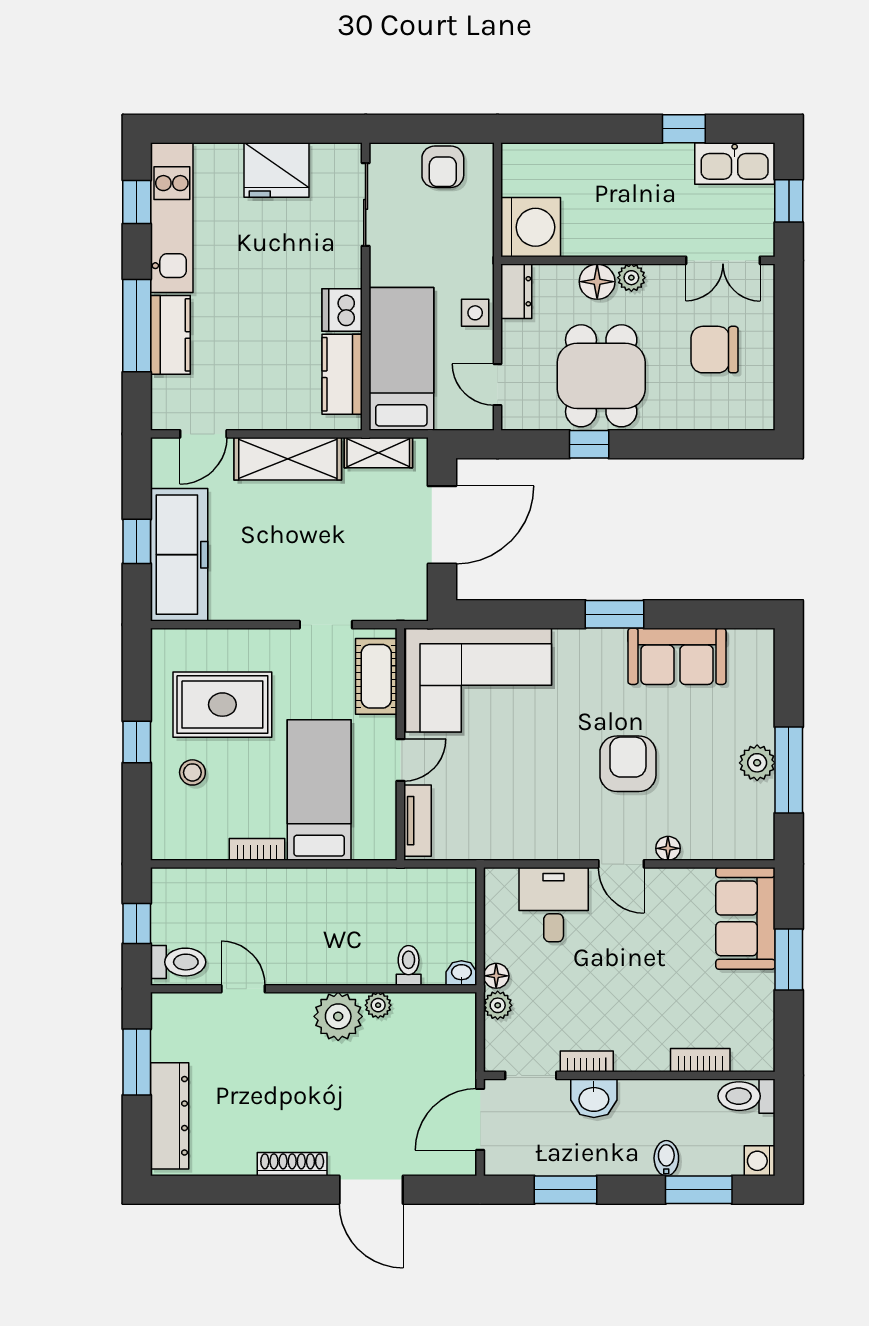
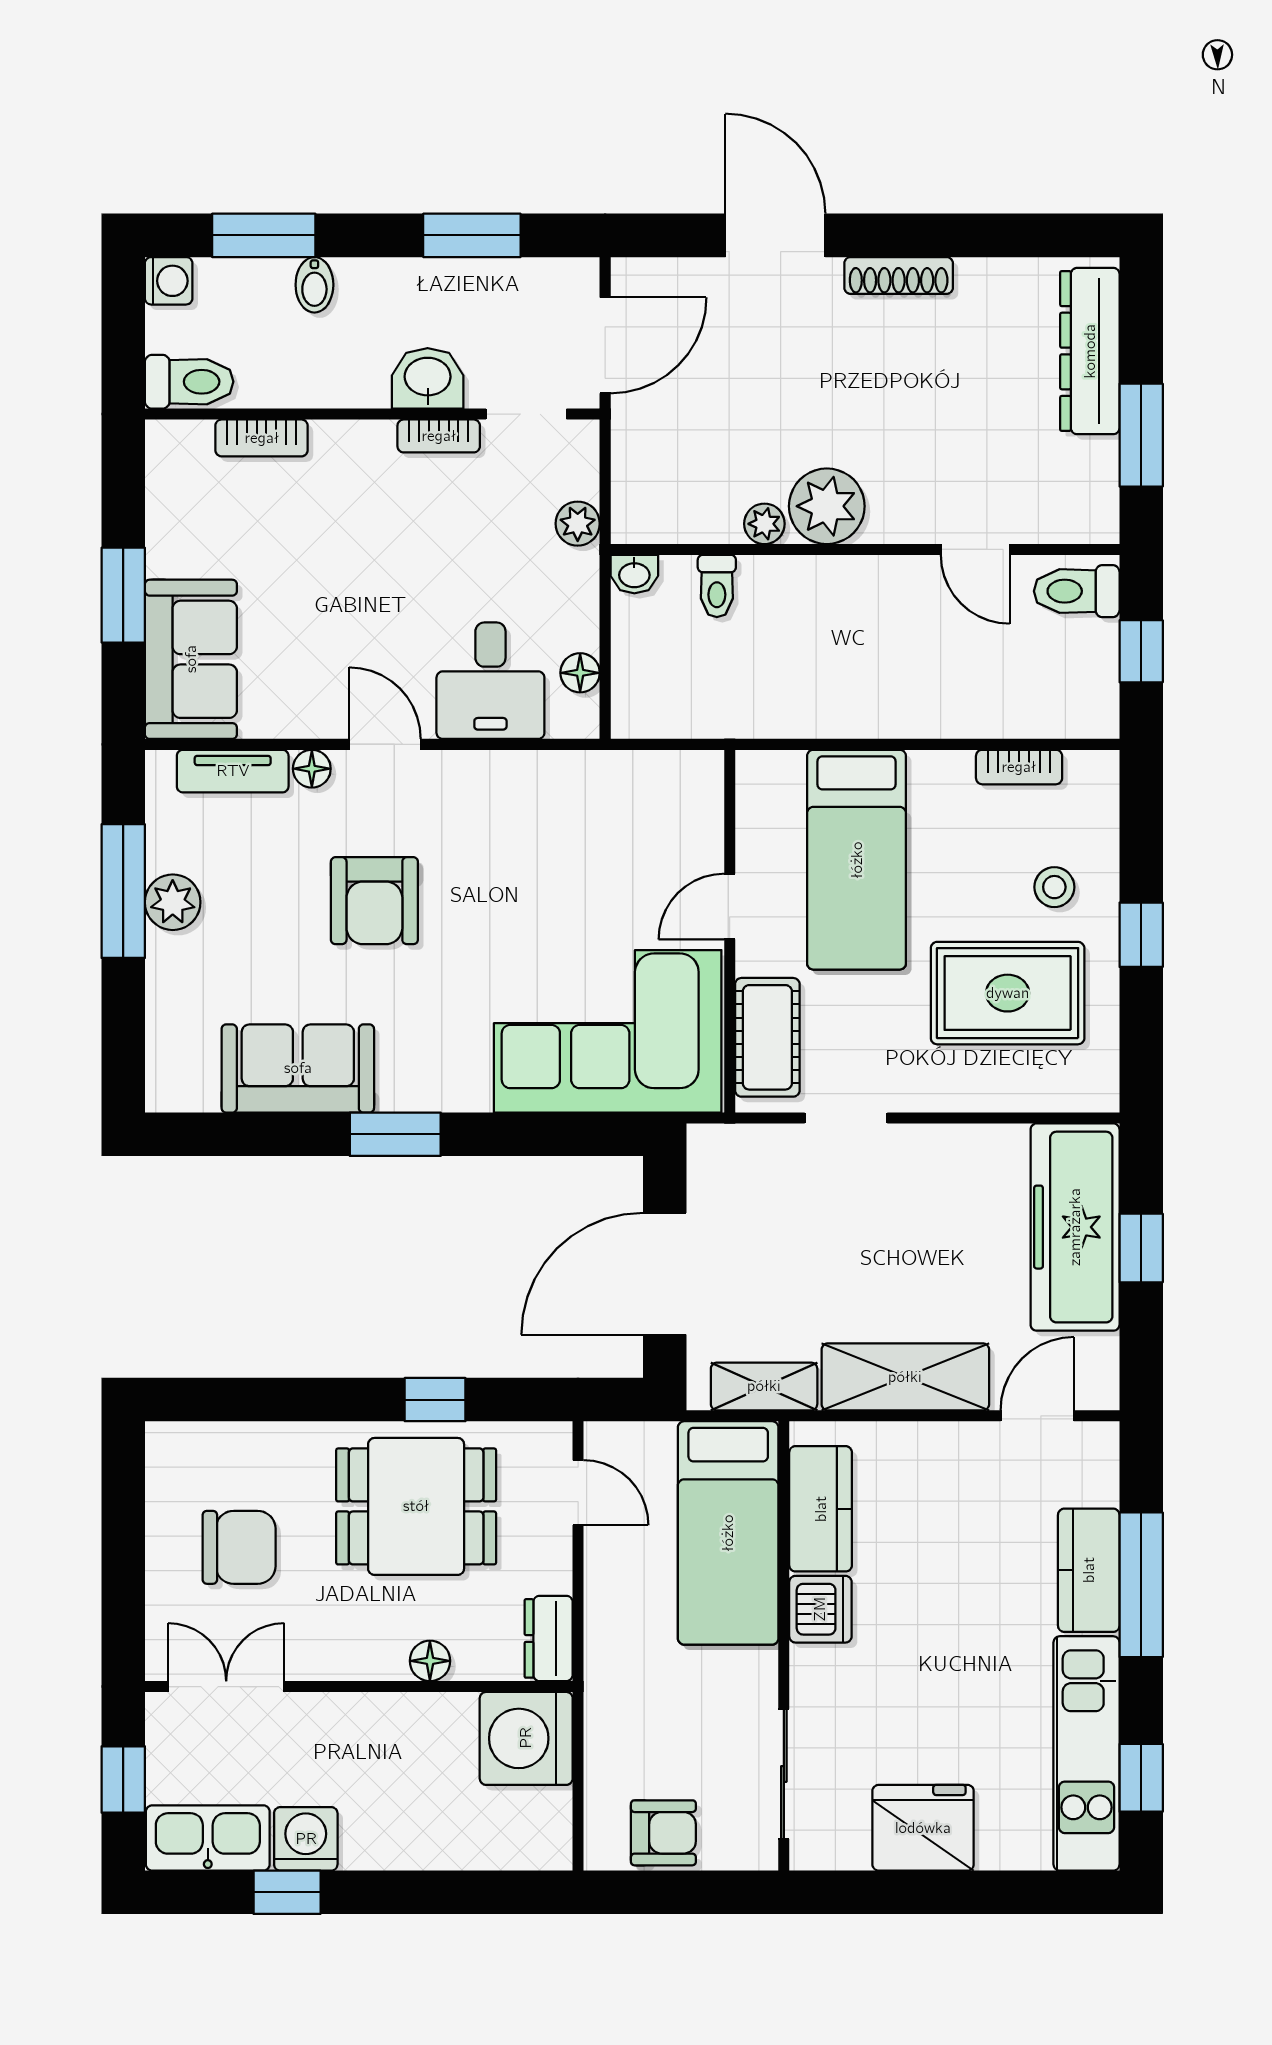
washing machine: (672, 163) -> (306, 1839), added
armchair: (443, 167) -> (663, 1833), turned 90
plant: (631, 278) -> (369, 1660), removed
floor lamp: (597, 282) -> (430, 1661), width x0.73, depth x0.73
side table: (475, 313) -> (613, 1605), removed
dining table: (601, 376) -> (416, 1506), turned 90
tv unit: (418, 821) -> (233, 771), moved, turned -90
bookcase: (257, 849) -> (1019, 767), moved
floor lamp: (496, 976) -> (580, 673), moved

